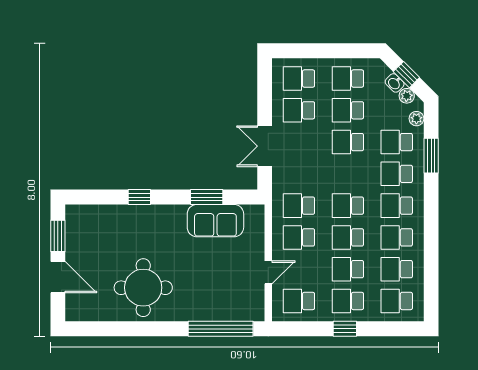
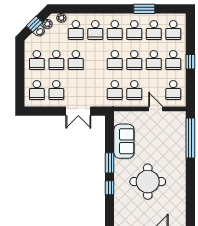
window: (431, 156) -> (144, 9), moved
window: (207, 197) -> (110, 163), moved
round table: (143, 288) -> (148, 182), moved

